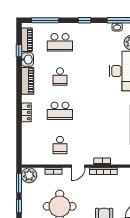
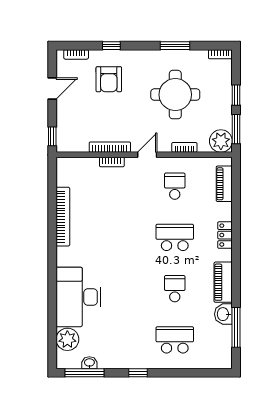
window: (45, 20) -> (197, 373), removed
piano: (27, 40) -> (224, 184), moved
window: (19, 51) -> (236, 327), width x2.17

